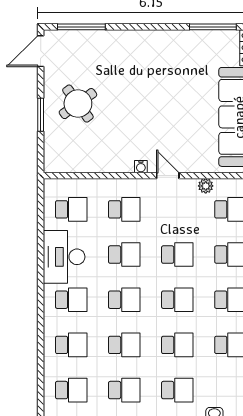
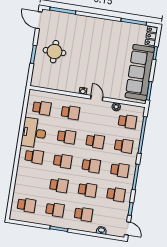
door: (41, 51) -> (39, 20), hinge flipped
round table: (78, 104) -> (54, 52), turned 36
school desk: (71, 345) -> (30, 181), removed

